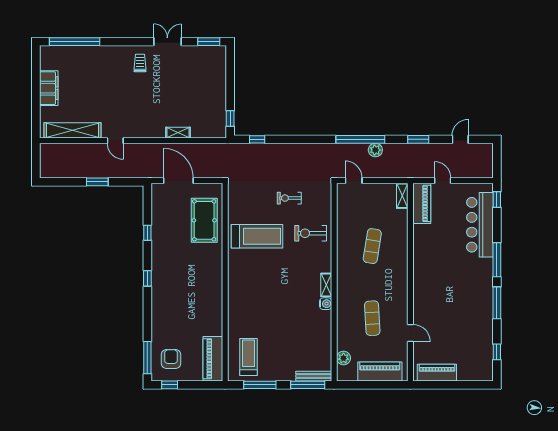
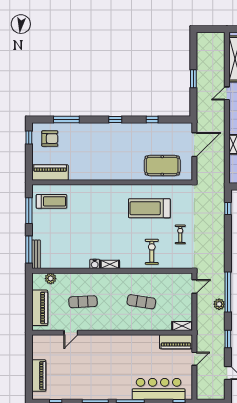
treadmill: (257, 236) -> (149, 208), turned 90
window: (147, 358) -> (66, 120), moved
piano: (437, 373) -> (39, 376), moved

